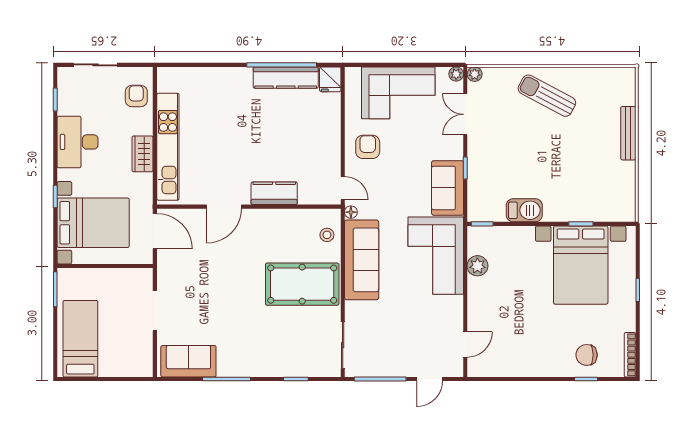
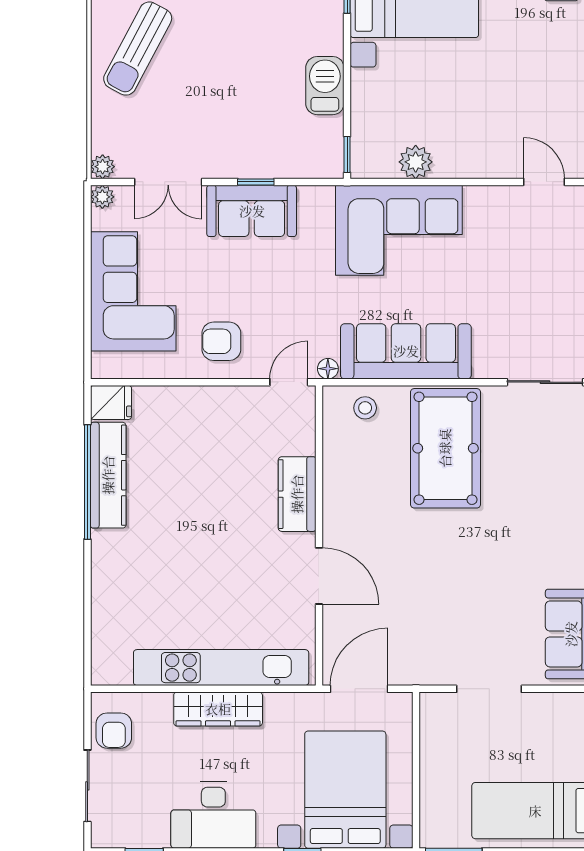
armchair: (136, 96) -> (114, 731), moved, turned -90
wardrobe: (143, 154) -> (218, 709), width x1.50
sofa: (448, 188) -> (252, 211), moved

